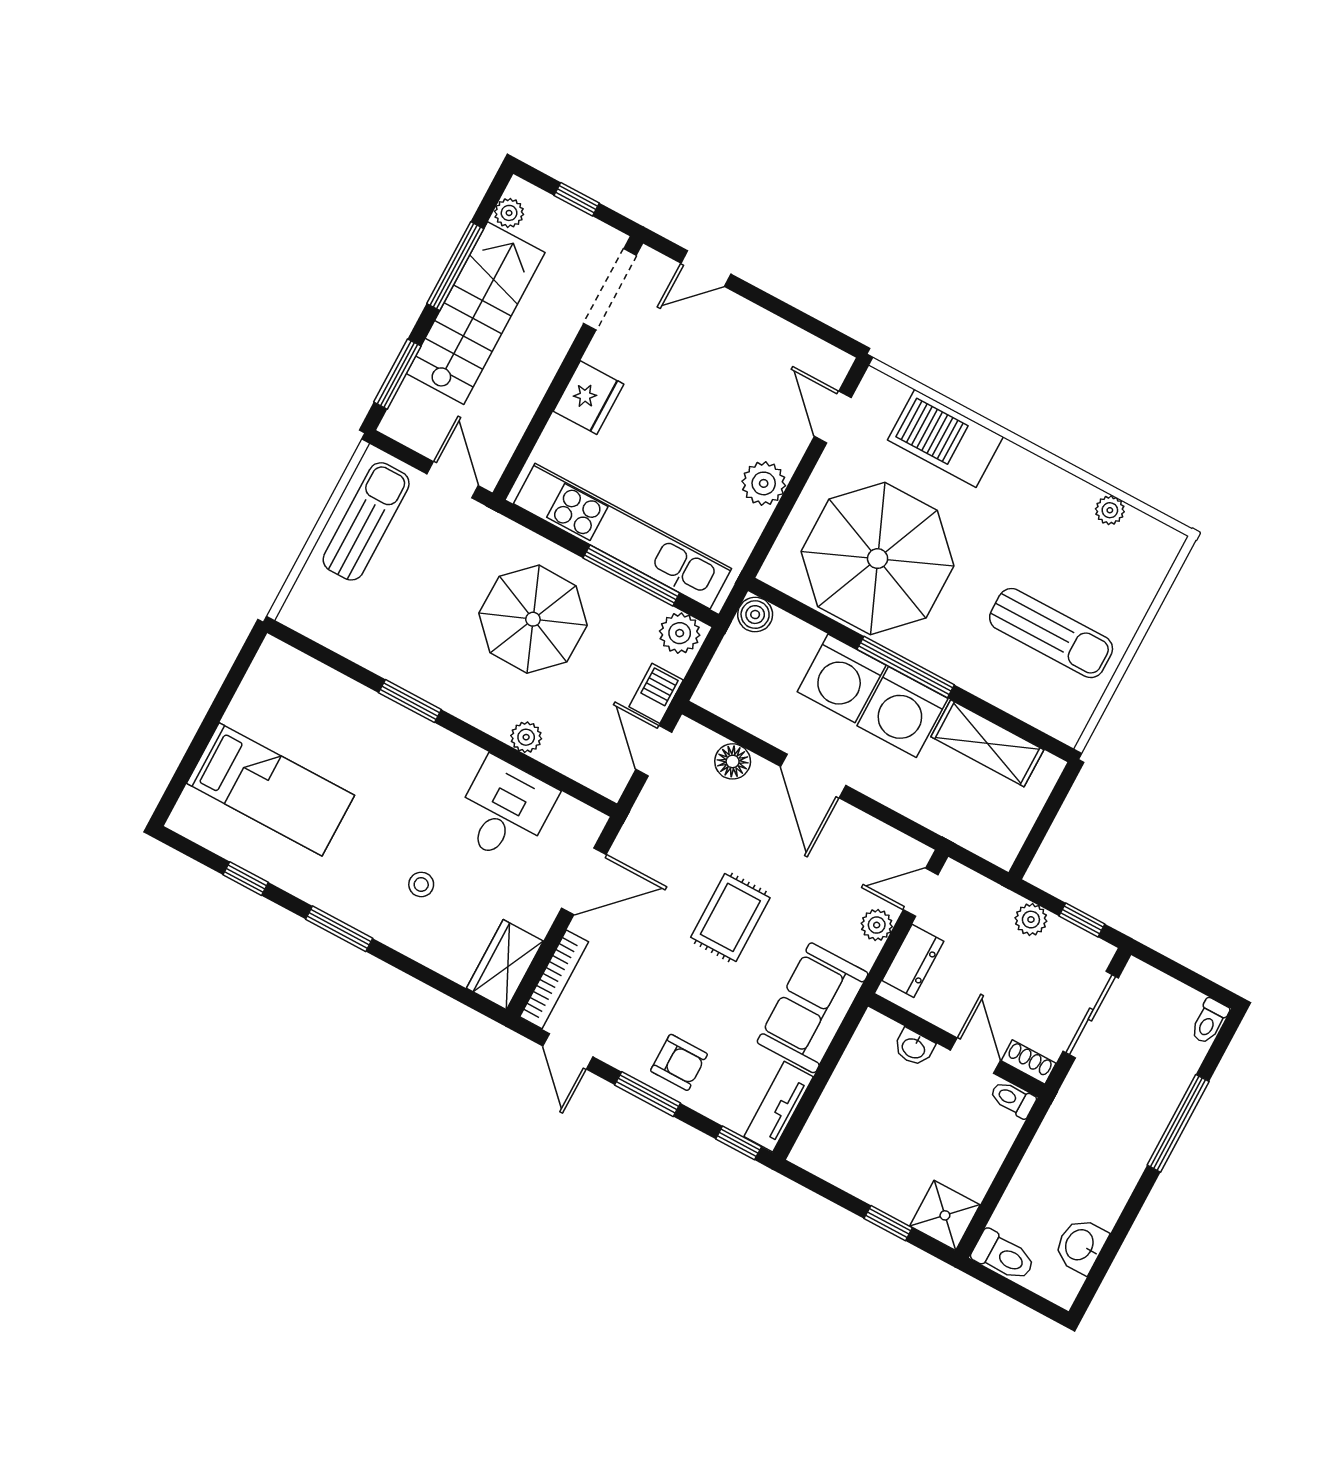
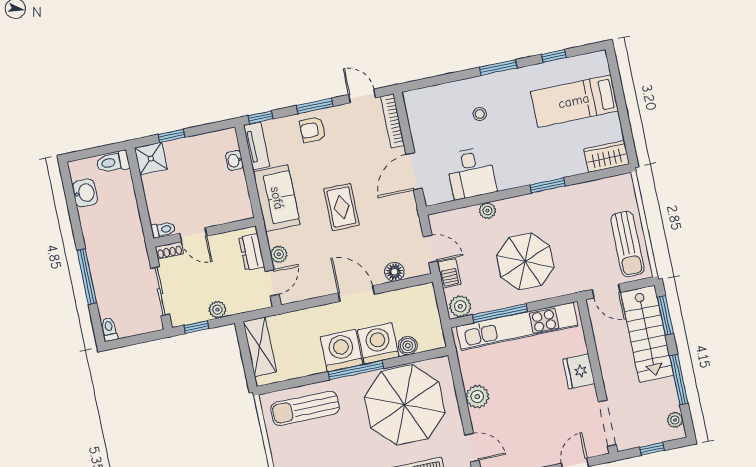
stairs: (476, 313) -> (647, 334), moved
boiler: (755, 615) -> (408, 346), moved
sun lounger: (1051, 633) -> (305, 408), moved
shelving: (987, 743) -> (260, 347), moved, turned 90
wardrobe: (505, 965) -> (607, 157), moved, turned -90
washbasin: (914, 1048) -> (234, 161), moved, turned -90

